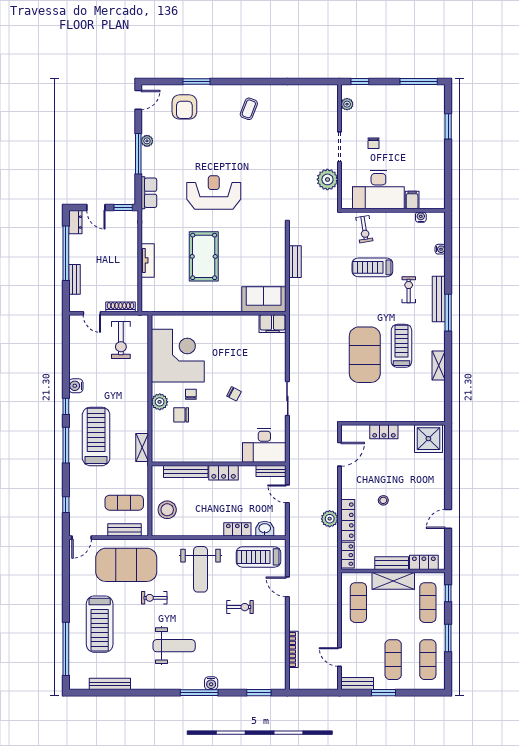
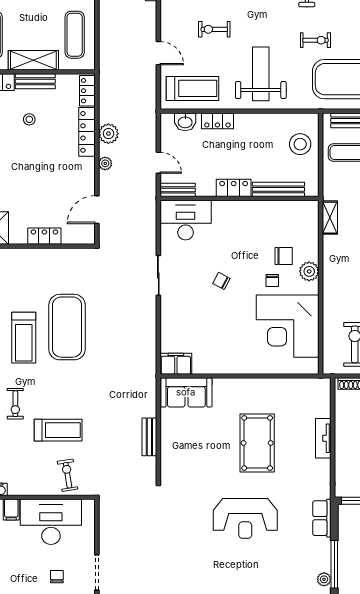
plant: (327, 179) -> (105, 163), moved, width x0.53, depth x0.53
stool: (383, 500) -> (29, 119), moved

